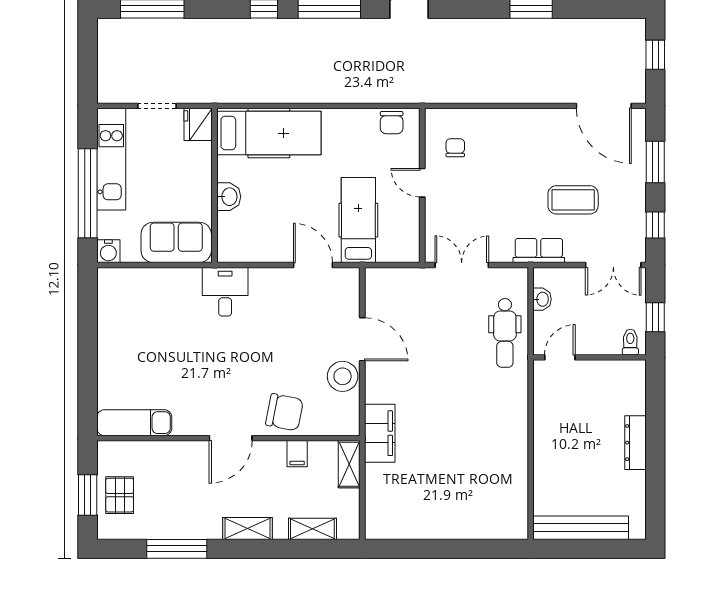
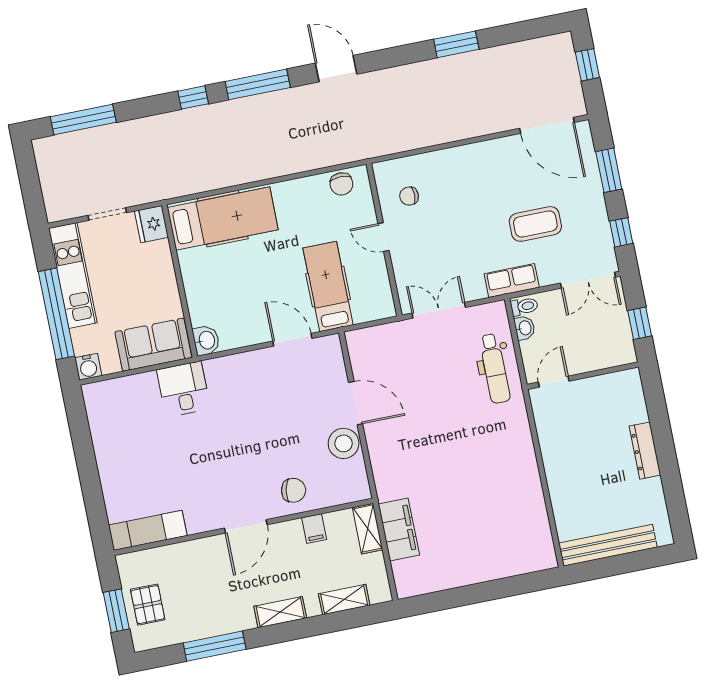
chair: (455, 148) -> (409, 196), turned -90
washbasin: (229, 197) -> (206, 340), moved
desk: (225, 292) -> (183, 389), moved
toilet: (630, 342) -> (524, 306), moved, turned 90
chair: (284, 412) -> (294, 490), width x0.73, depth x0.73
filing cabinet: (380, 433) -> (399, 530), moved

